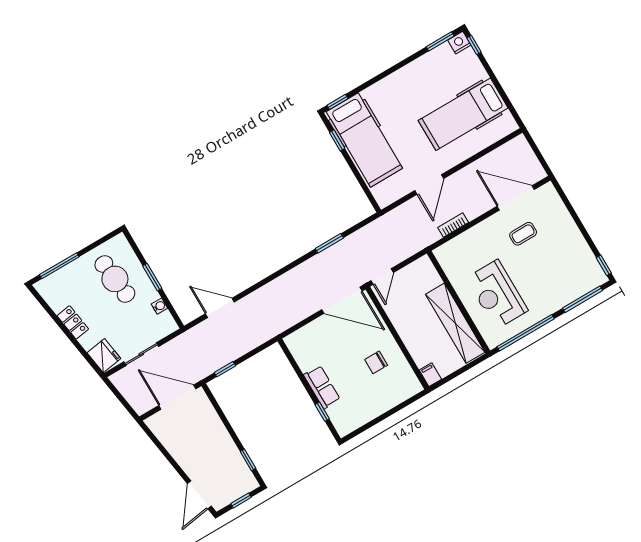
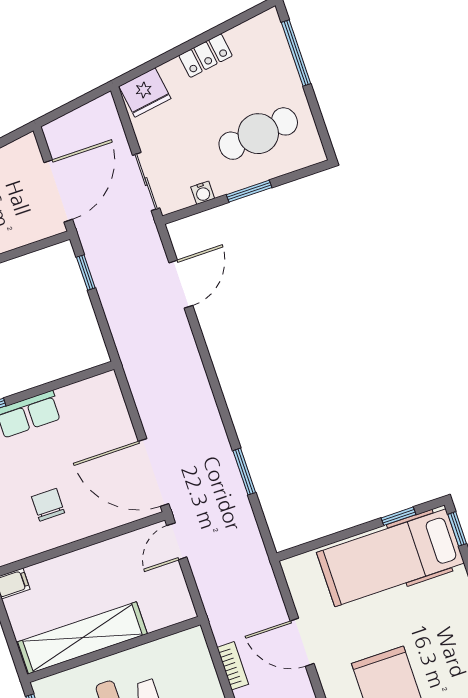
door: (382, 277) -> (177, 541), hinge flipped
door: (342, 300) -> (154, 472), hinge flipped
sliding door: (141, 354) -> (146, 182), moved

